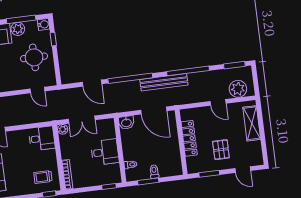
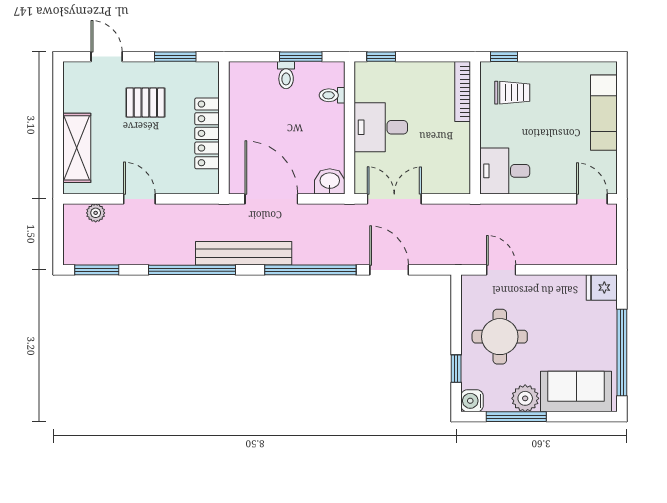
plant: (238, 89) -> (96, 213), width x0.53, depth x0.53
double door: (82, 120) -> (394, 199), moved
plant: (63, 129) -> (460, 184), removed
pallet: (221, 150) -> (145, 103), turned 90

